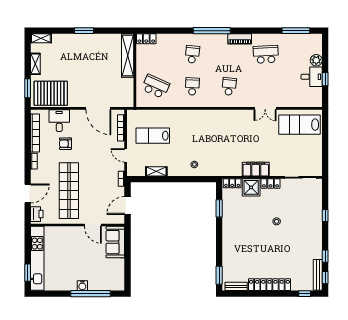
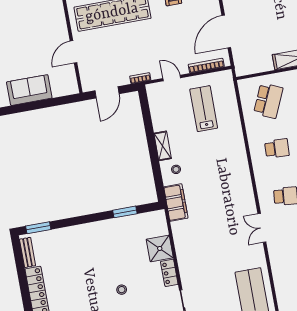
double door: (265, 108) -> (262, 228), moved
door: (126, 155) -> (172, 78), hinge flipped
filing cabinet: (256, 169) -> (176, 203), moved
shelving: (156, 171) -> (163, 146), moved
locker: (232, 183) -> (161, 223), removed
door: (127, 206) -> (107, 92), swing flipped
sofa: (115, 242) -> (29, 90), moved

